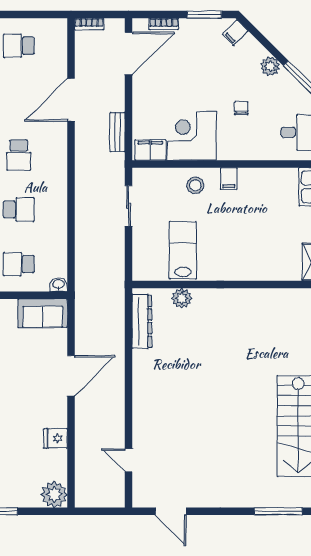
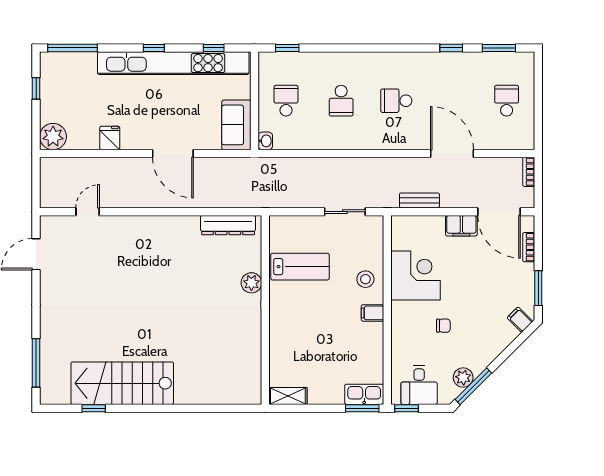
plant: (270, 66) -> (463, 378), moved
filing cabinet: (150, 150) -> (461, 226), moved, turned 90
plant: (182, 298) -> (251, 283), moved

